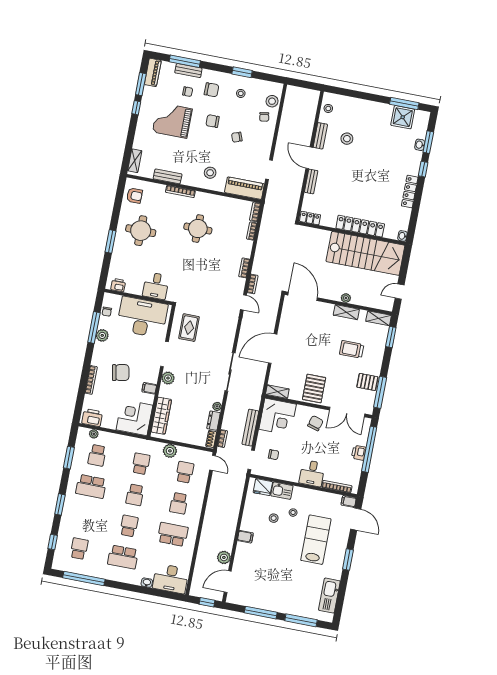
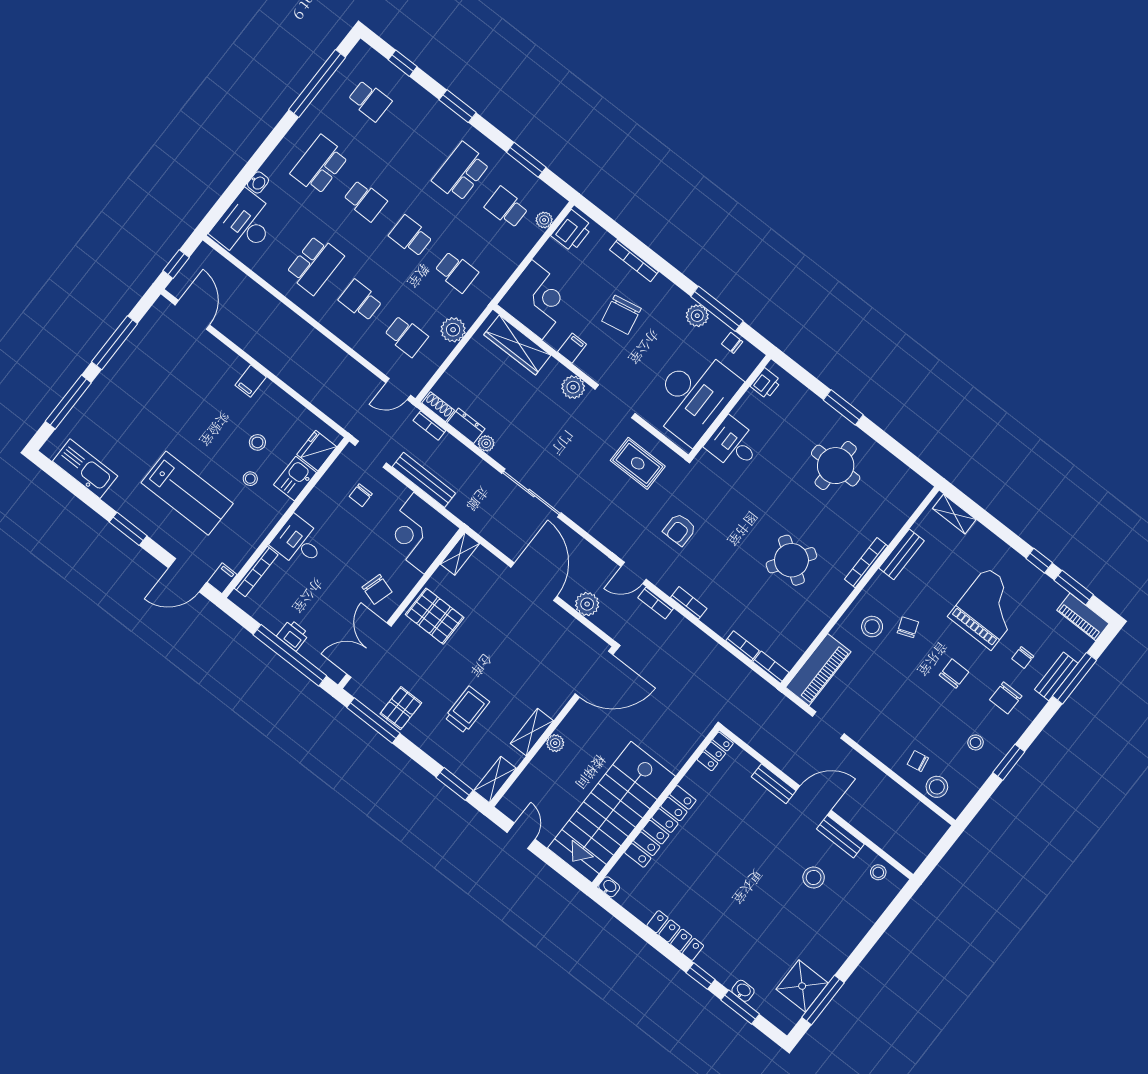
chair: (237, 137) -> (908, 627), moved
armchair: (134, 196) -> (680, 529), moved
round table: (198, 229) -> (791, 560), turned 34
plant: (224, 557) -> (587, 604), moved

